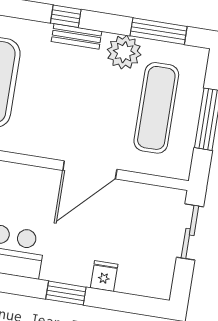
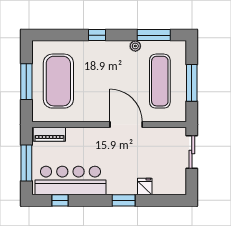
bench: (76, 36) -> (105, 46), removed
plant: (124, 52) -> (135, 46), width x0.53, depth x0.53
door: (90, 170) -> (126, 124), swing flipped

